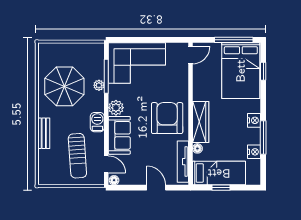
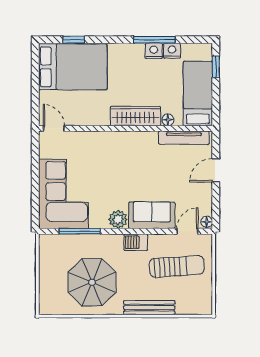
window: (234, 40) -> (35, 75), removed
plant: (99, 85) -> (91, 240), removed
armchair: (167, 118) -> (131, 157), removed
nightstand: (254, 120) -> (154, 51), moved
bench: (44, 133) -> (149, 308), width x1.36
window: (221, 188) -> (216, 67), moved

